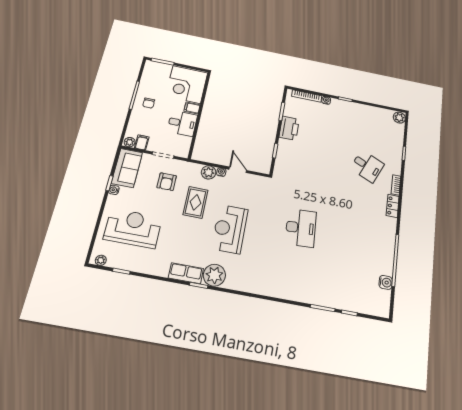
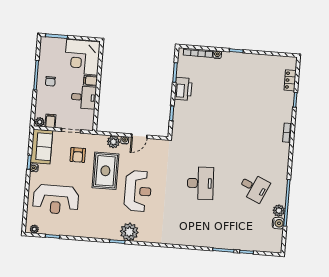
plant: (399, 118) -> (279, 211), moved
desk: (367, 166) -> (254, 187), moved
door: (238, 170) -> (139, 136), swing flipped
rug: (195, 202) -> (105, 171), width x1.36, depth x1.43
locker: (393, 206) -> (290, 80), moved
reception desk: (133, 228) -> (56, 199), turned 180
reception desk: (230, 229) -> (138, 191), turned 180
row of seats: (186, 273) -> (105, 233), removed

